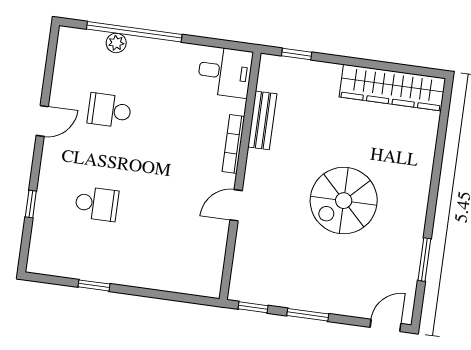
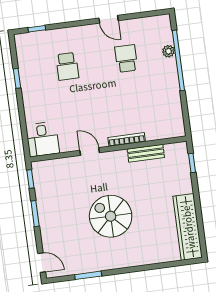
desk: (225, 72) -> (43, 139), moved
window: (31, 204) -> (37, 29), moved

